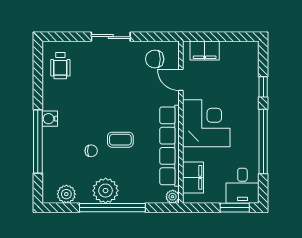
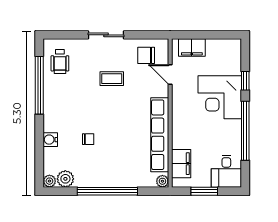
water cooler: (50, 119) -> (50, 140), moved
corner desk: (206, 123) -> (220, 97), moved, turned 180
coffee table: (120, 140) -> (112, 79), moved
window: (38, 141) -> (39, 85), moved
plant: (106, 191) -> (49, 181), moved, width x0.53, depth x0.53
window: (235, 208) -> (204, 191), moved

